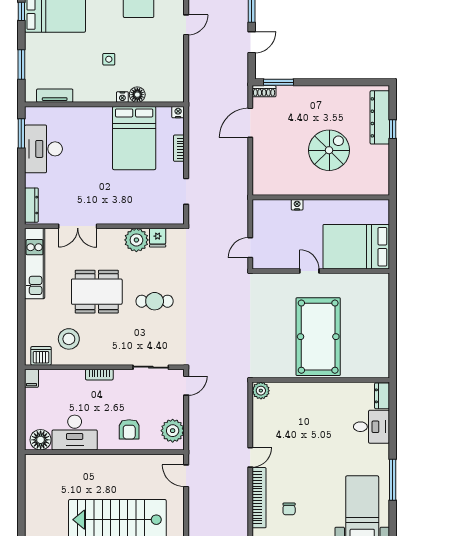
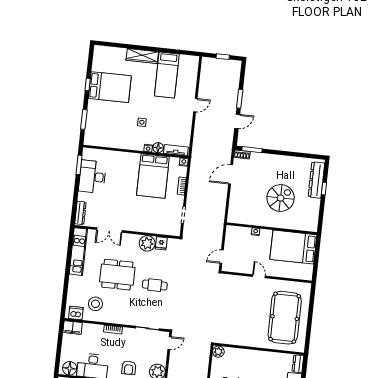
tv unit: (55, 96) -> (176, 150), moved
bed: (356, 247) -> (293, 247), moved
pool table: (318, 337) -> (285, 318), moved
filing cabinet: (31, 378) -> (73, 328), width x2.00

